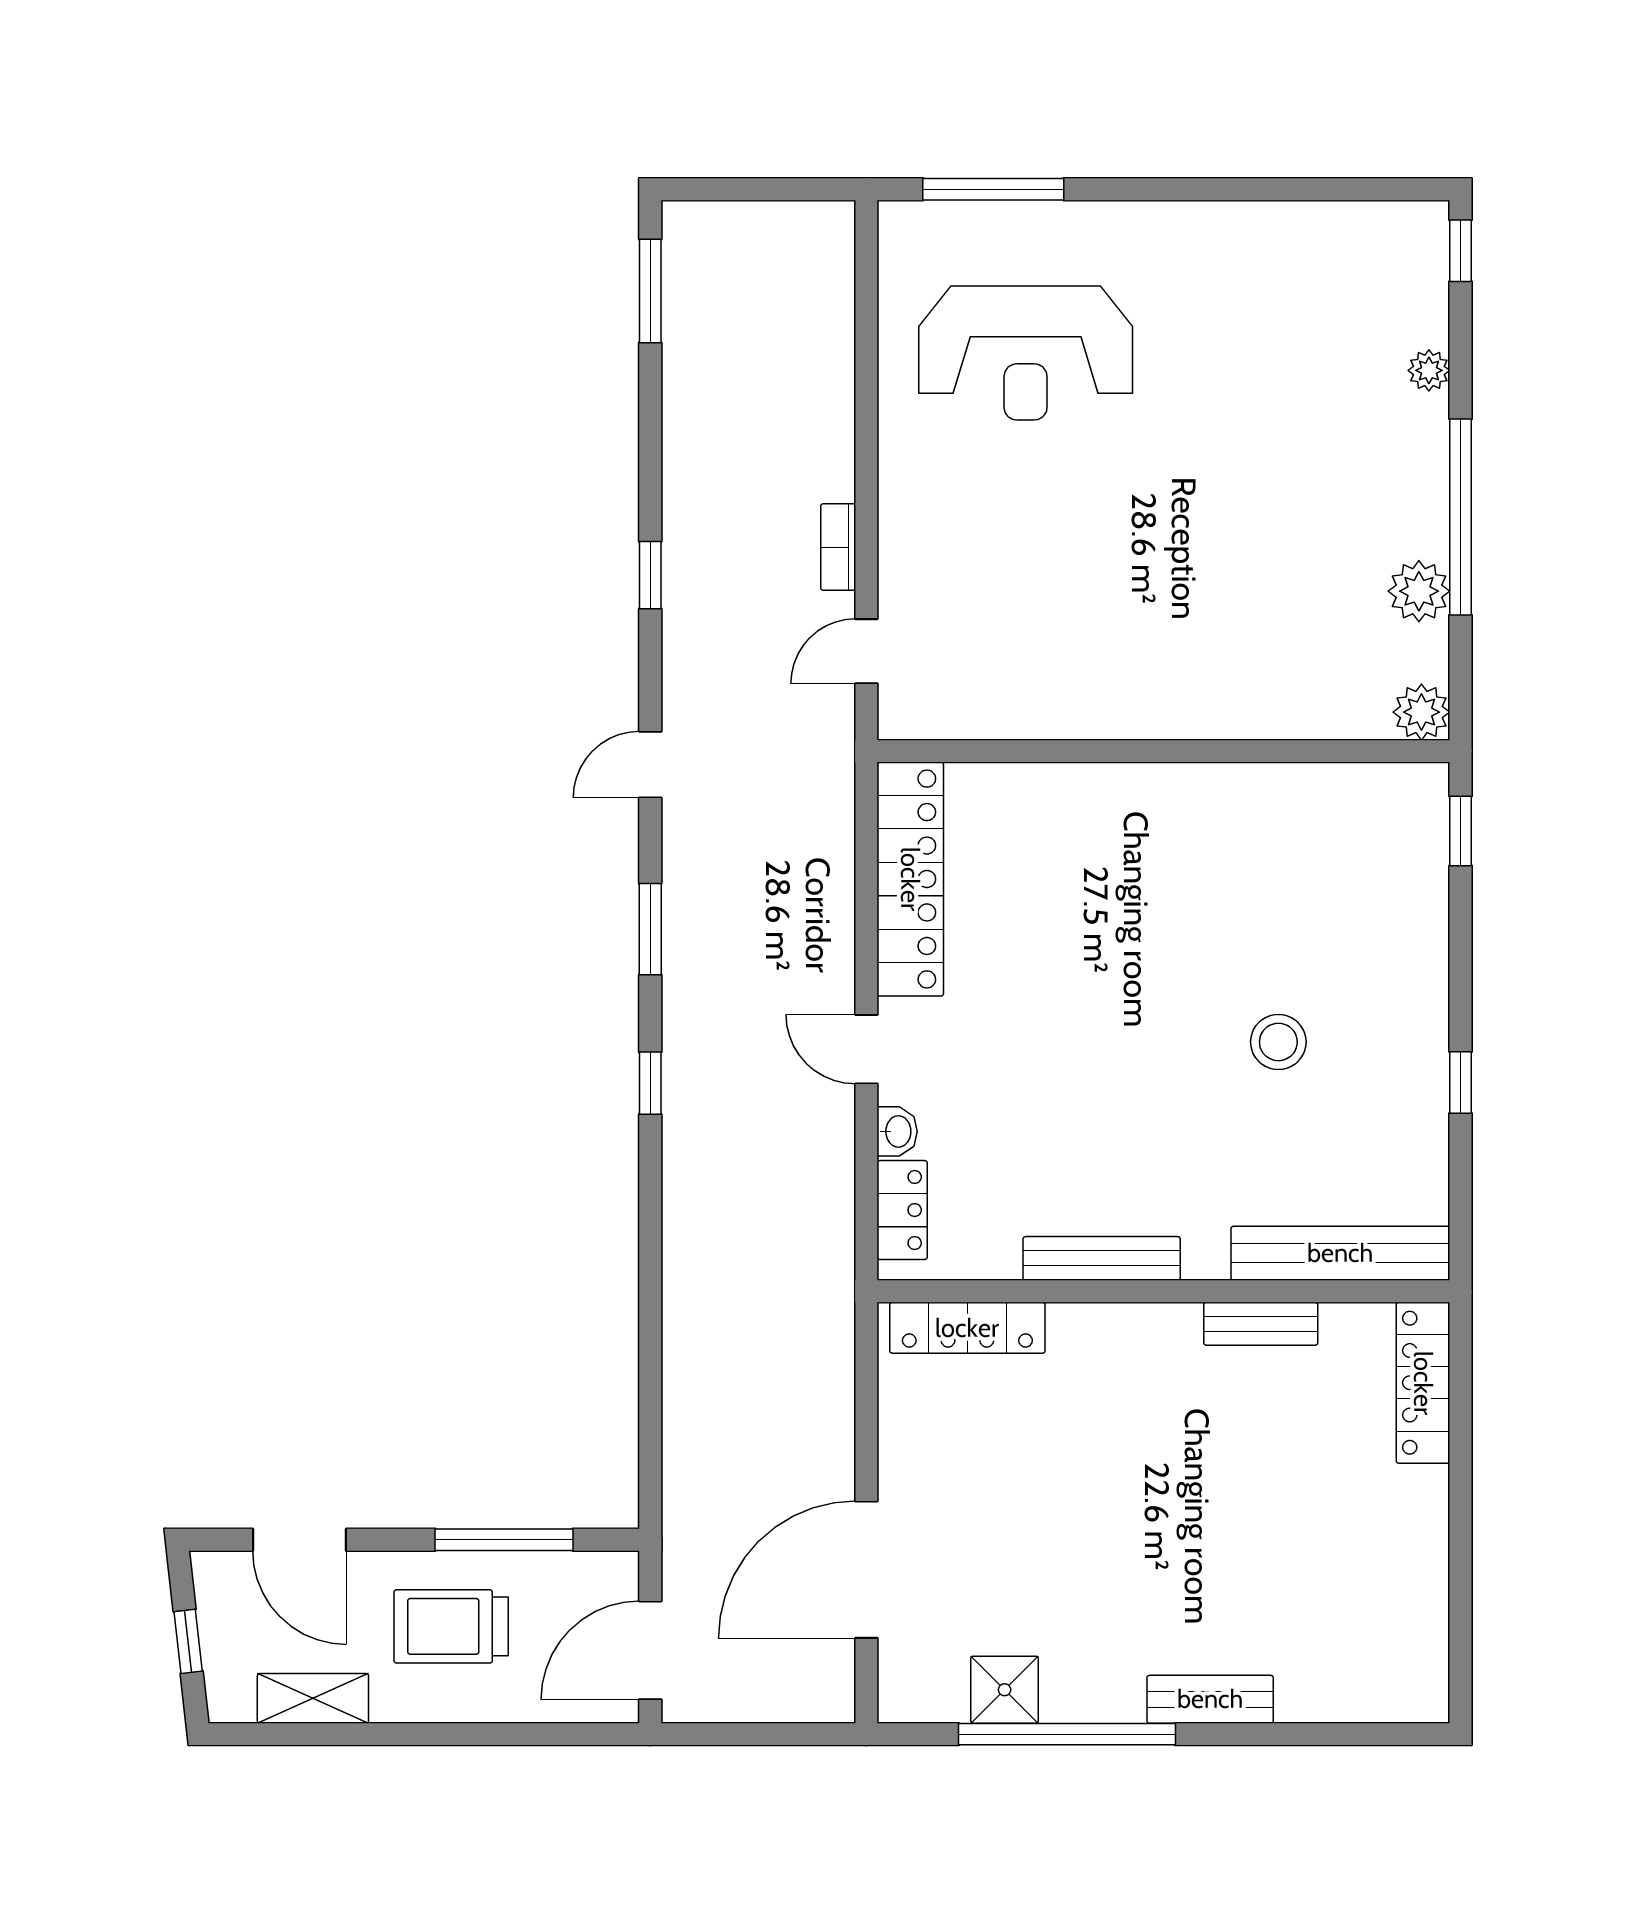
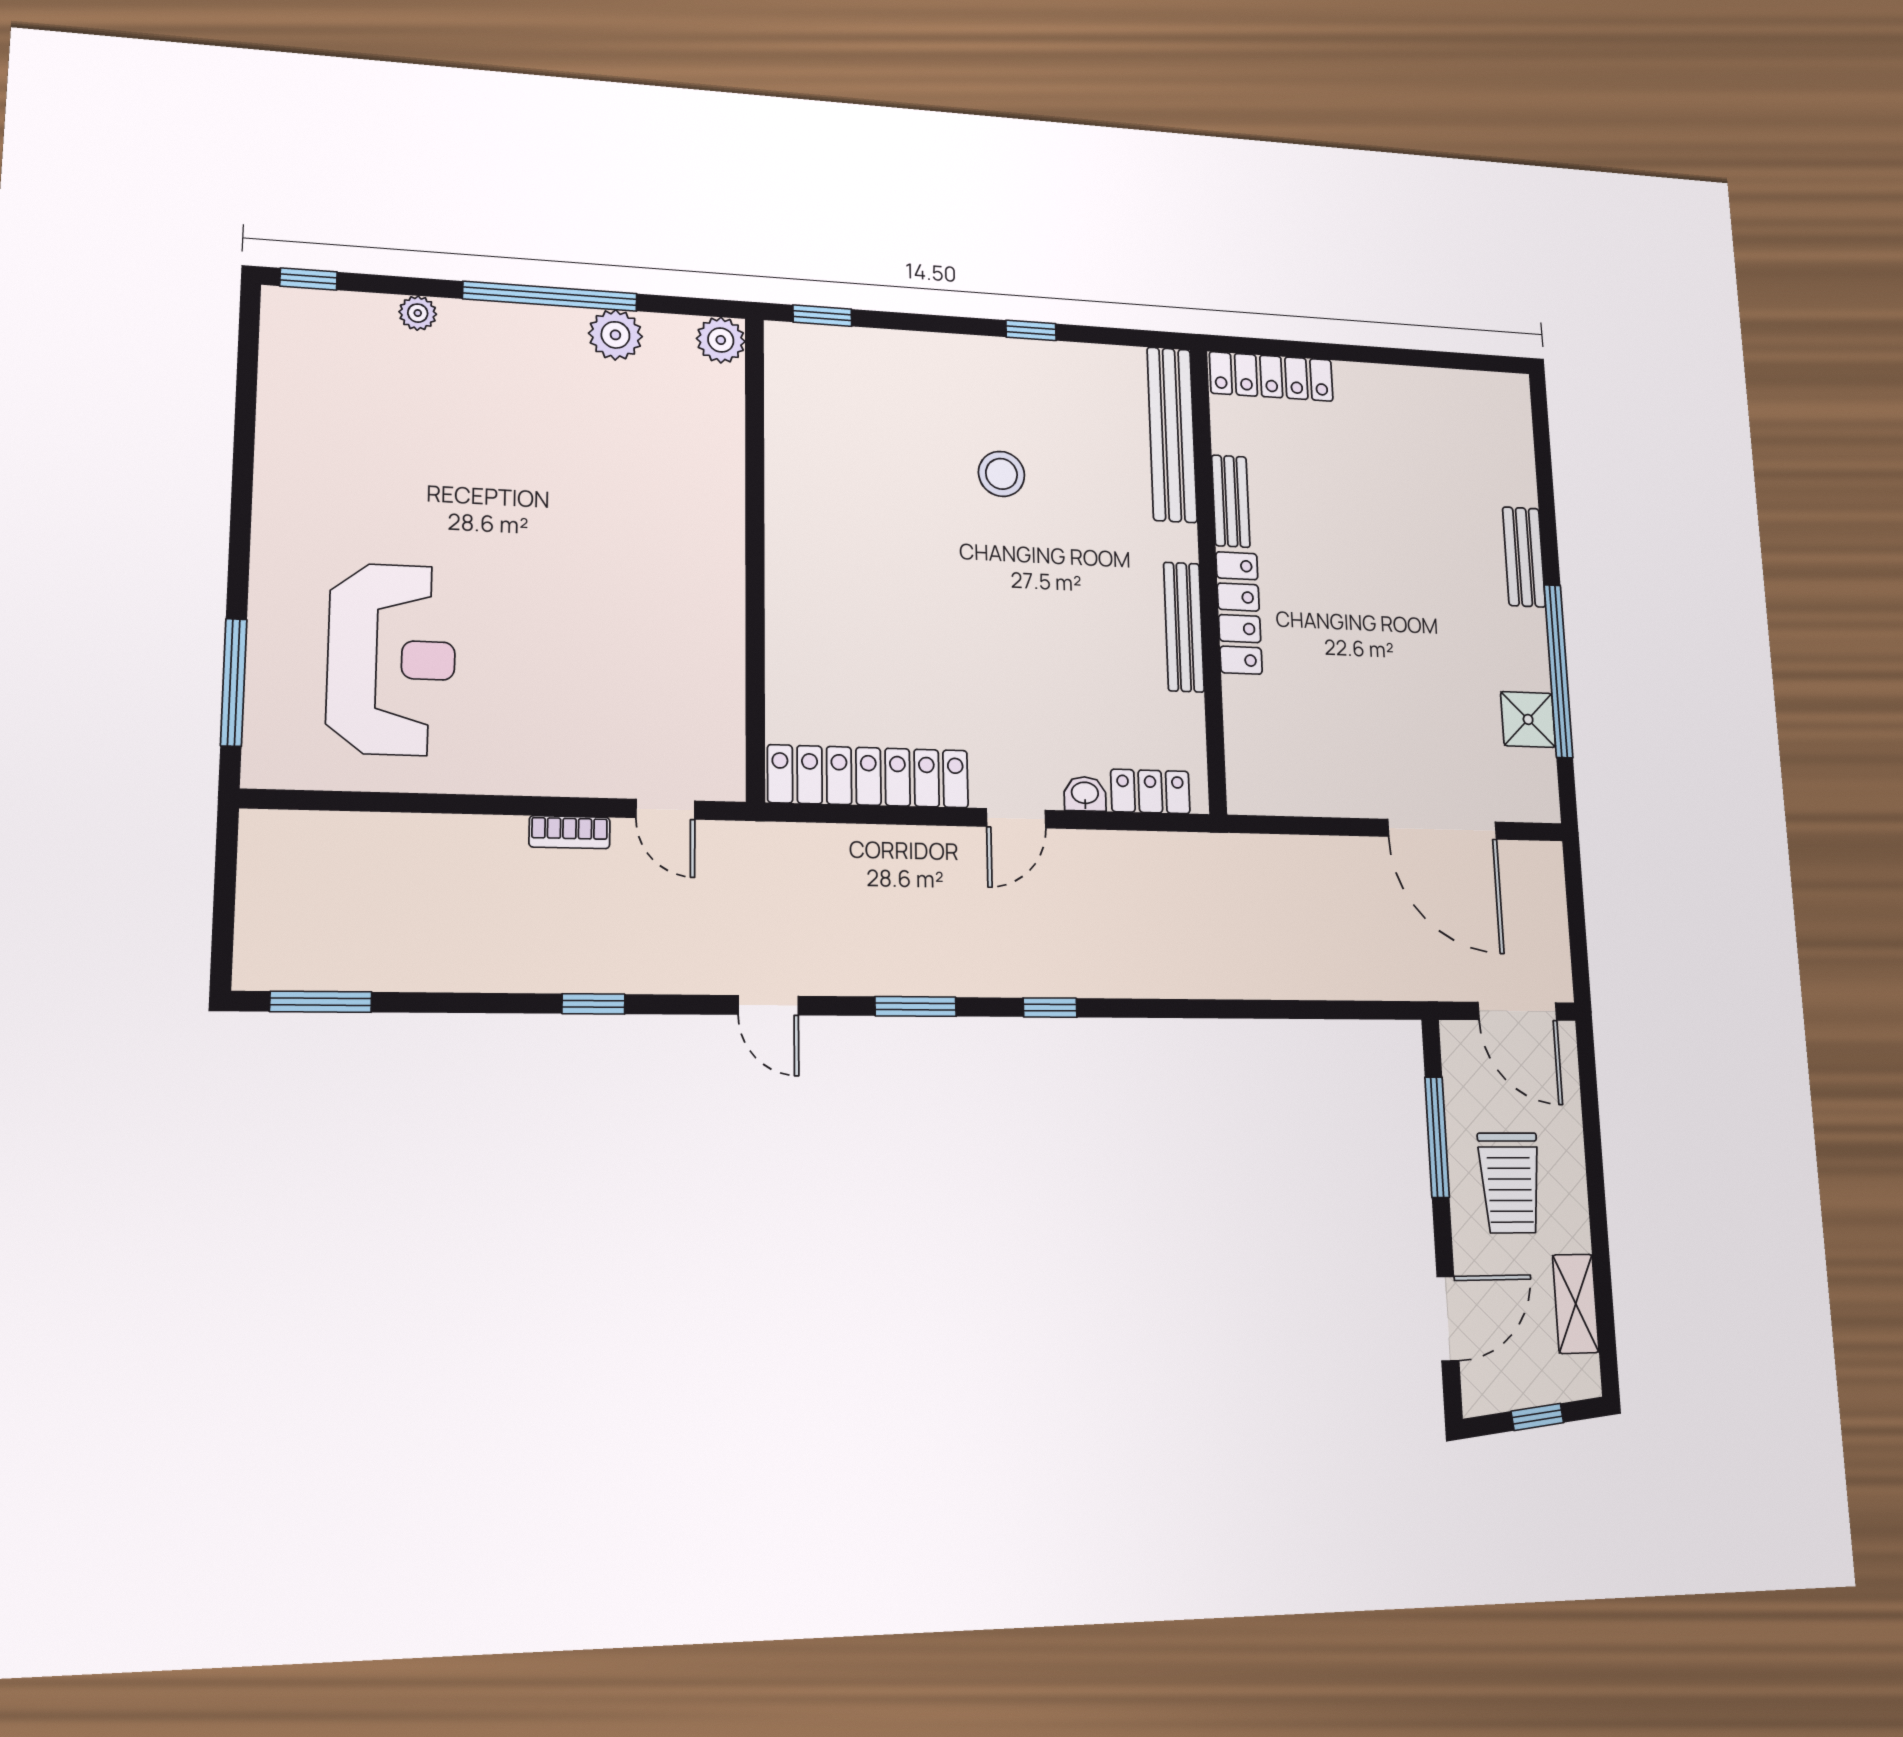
locker: (967, 1328) -> (1239, 613), moved

